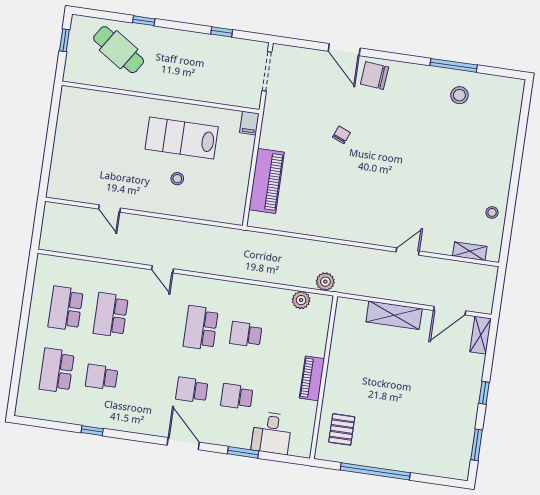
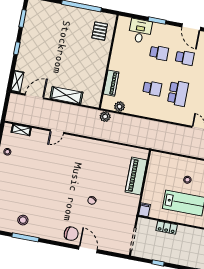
locker: (209, 94) -> (167, 228), added
piano: (312, 378) -> (111, 83), moved

